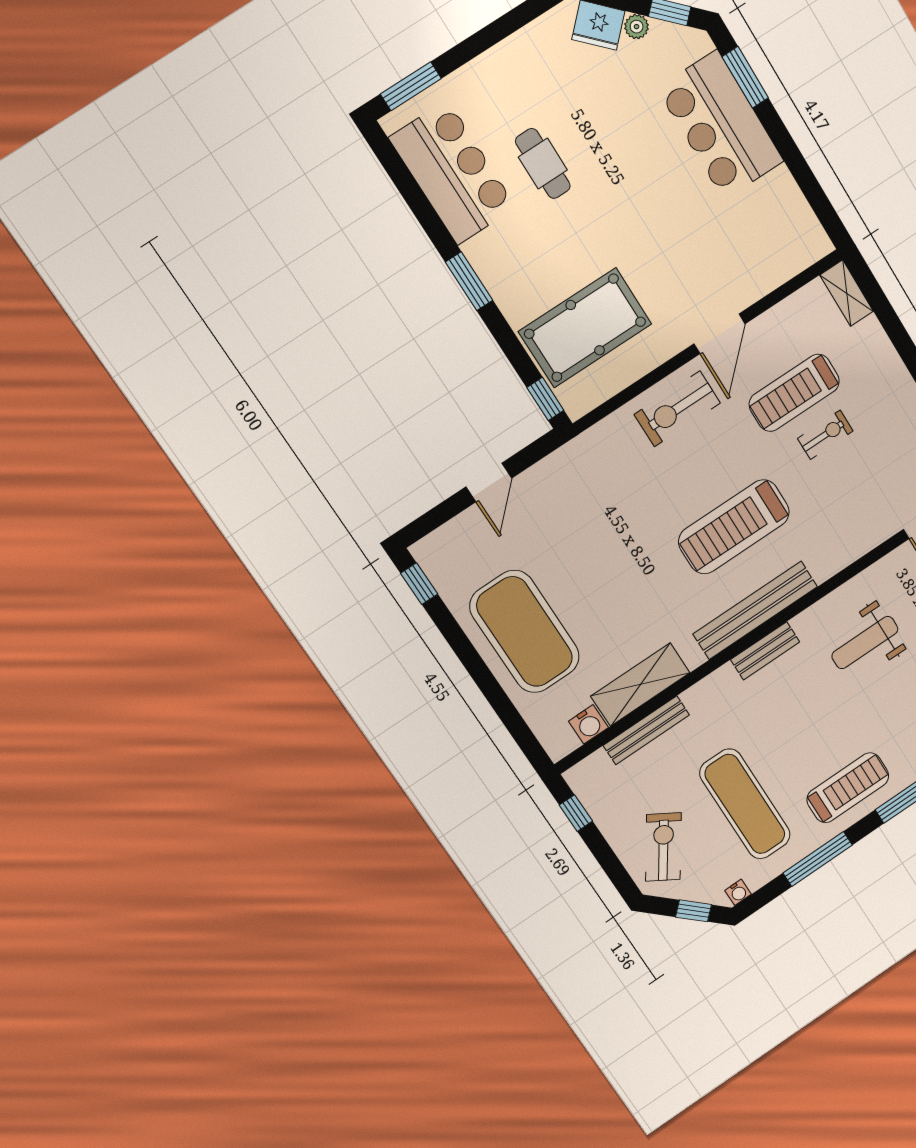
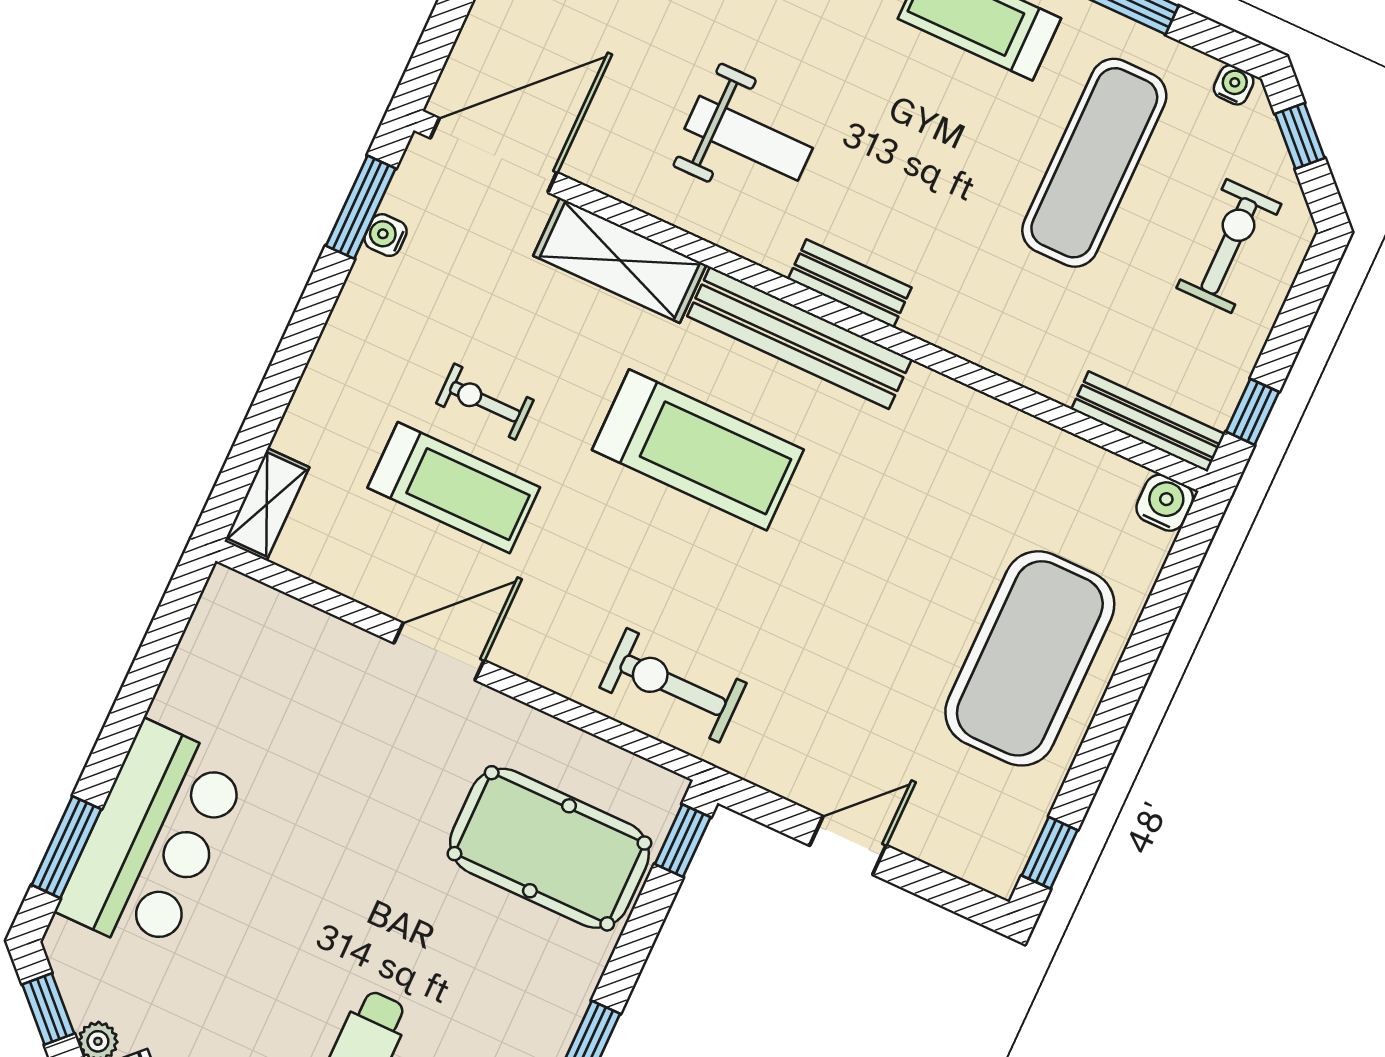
exercise bike: (677, 409) -> (673, 685), moved, turned 180
shelving: (640, 684) -> (620, 260), moved
water cooler: (588, 724) -> (1165, 503), moved
bench: (646, 730) -> (1148, 422), moved
exercise bike: (663, 847) -> (1229, 246), turned 147

